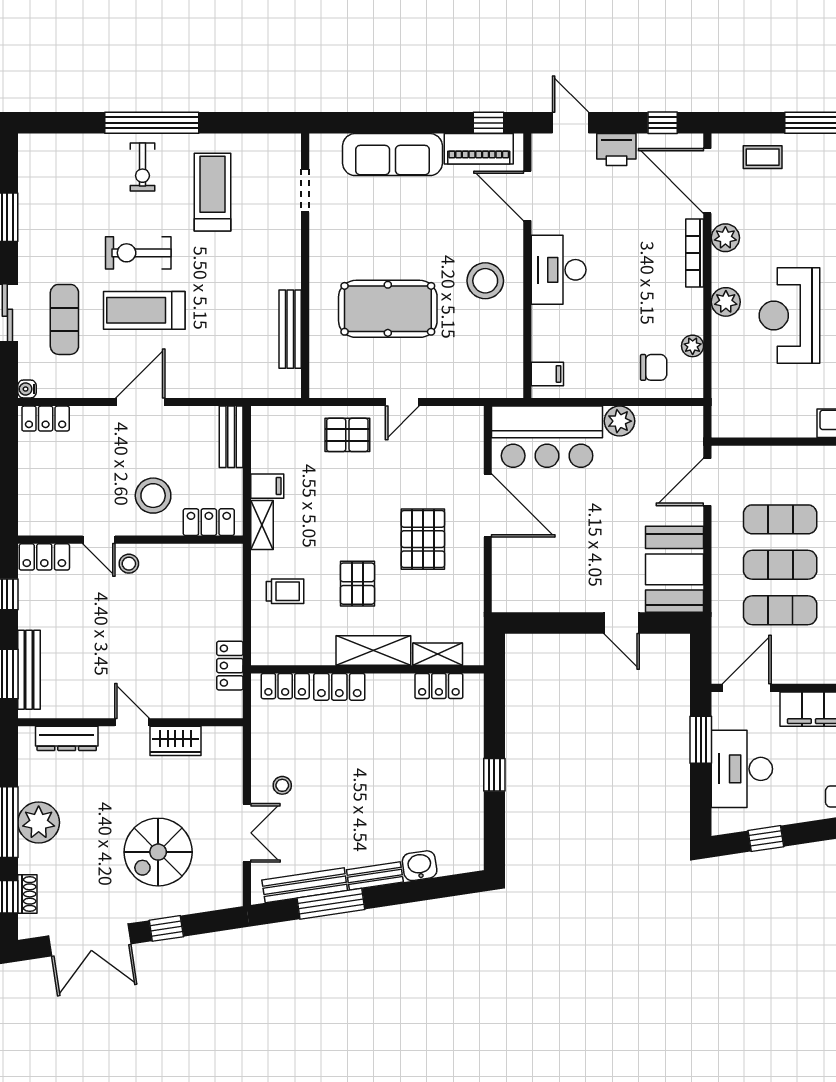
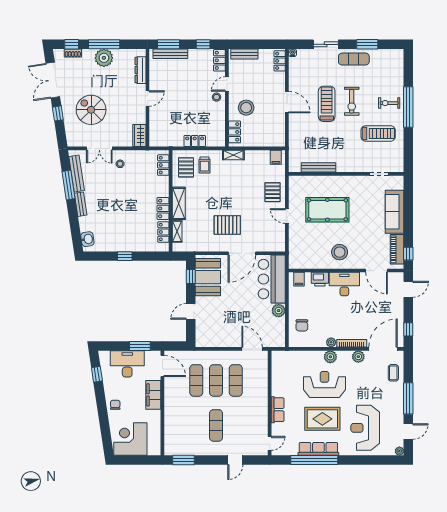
printer: (616, 149) -> (320, 279), moved, turned -90
door: (527, 196) -> (377, 271), swing flipped
exercise bike: (138, 253) -> (352, 101), turned 180
pool table: (388, 309) -> (327, 210), turned 90
exercise mat: (64, 319) -> (354, 59), moved
plant: (693, 346) -> (331, 342), moved
bench: (231, 437) -> (244, 54), moved
filing cabinet: (267, 486) -> (276, 157), moved
booth: (675, 569) -> (208, 277), moved, turned 90
pallet: (357, 584) -> (186, 167), moved, turned 90
window: (541, 623) -> (191, 277), added
locker: (230, 666) -> (195, 141), moved
locker: (339, 687) -> (163, 208), moved
wardrobe: (175, 741) -> (139, 135), moved
washbasin: (420, 866) -> (87, 239), moved

